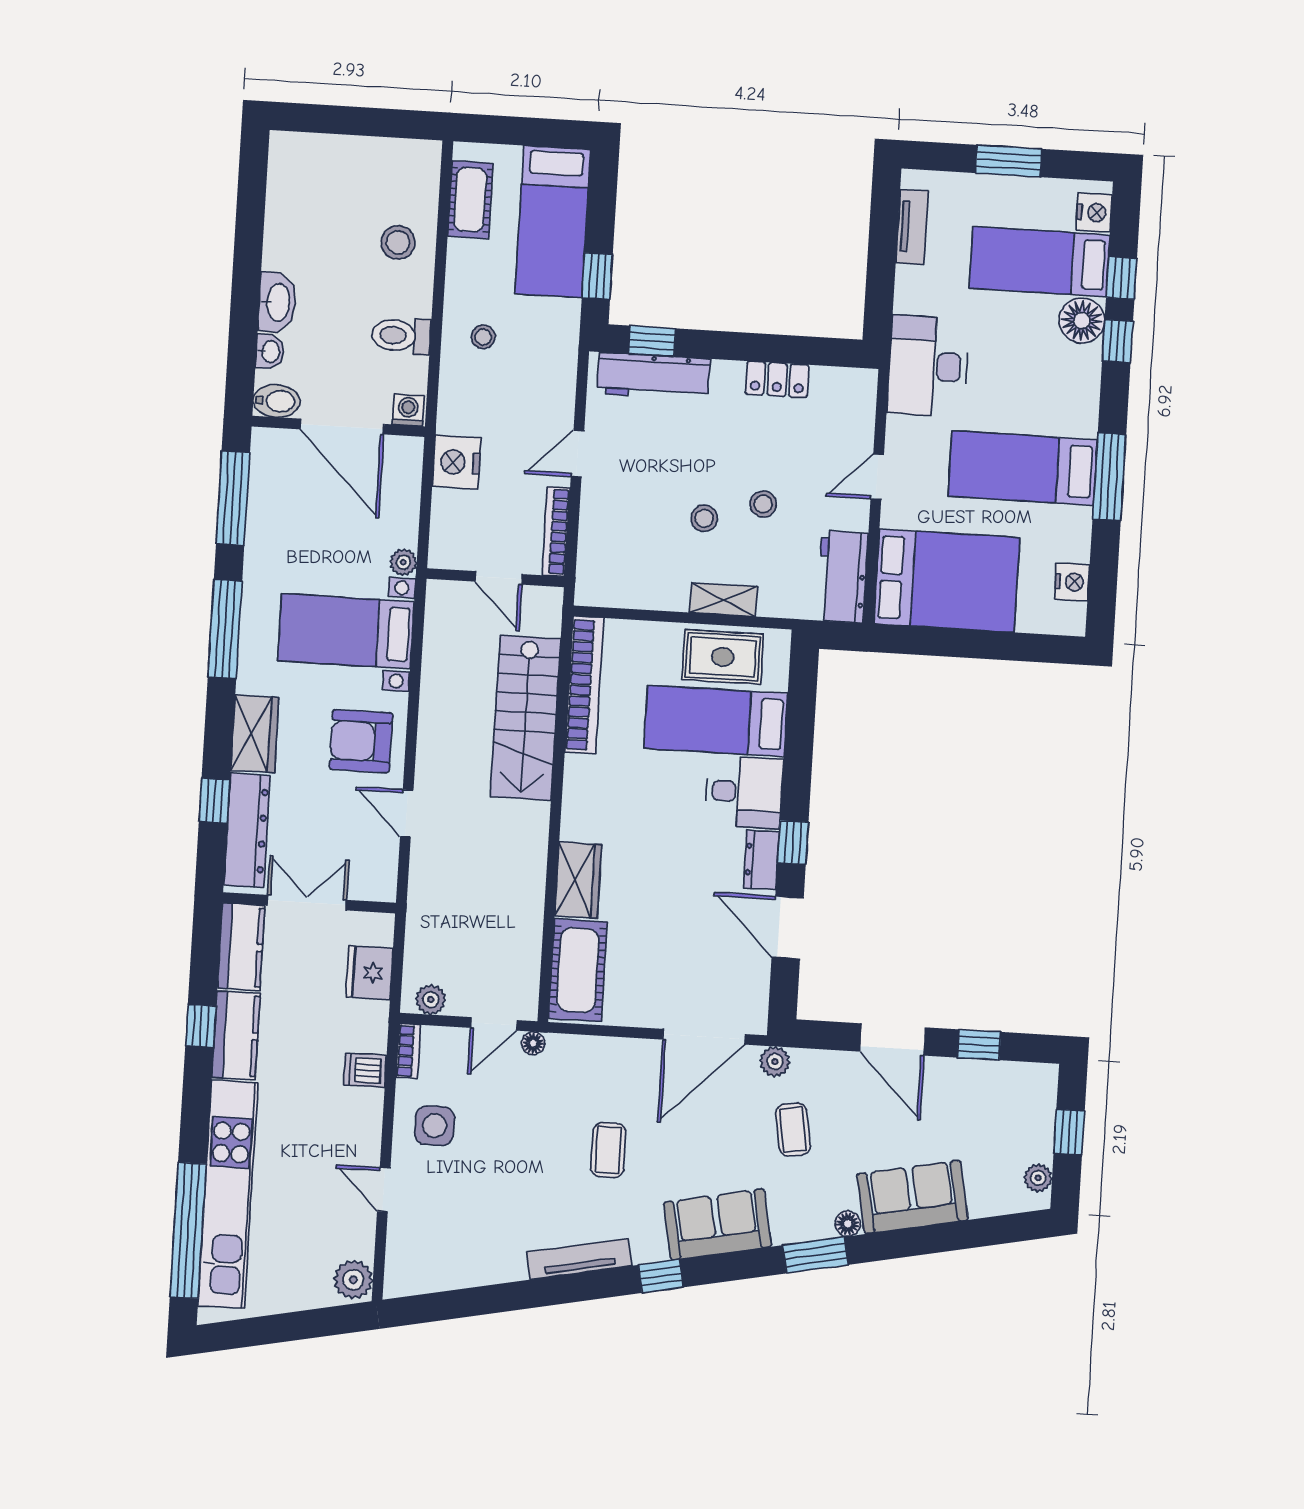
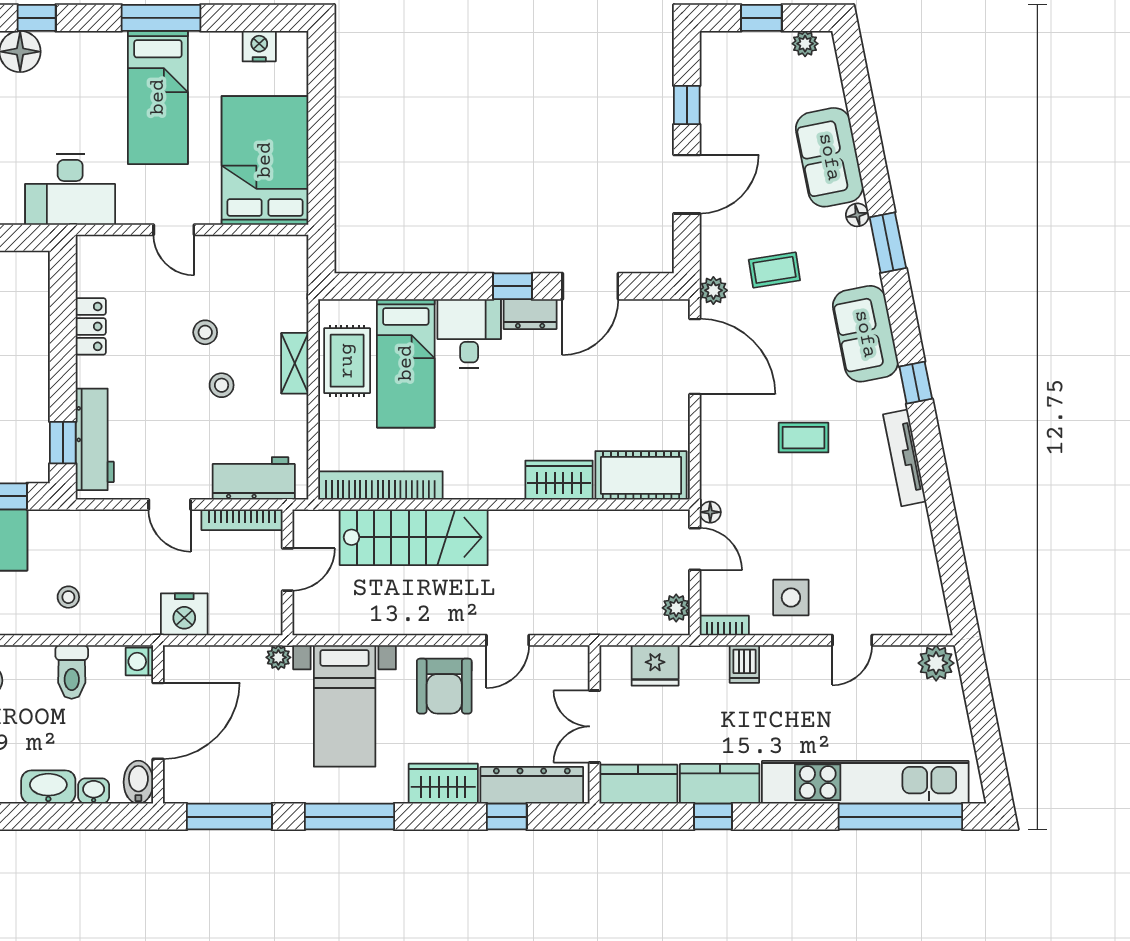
workbench: (842, 577) -> (254, 478), moved, turned 180

